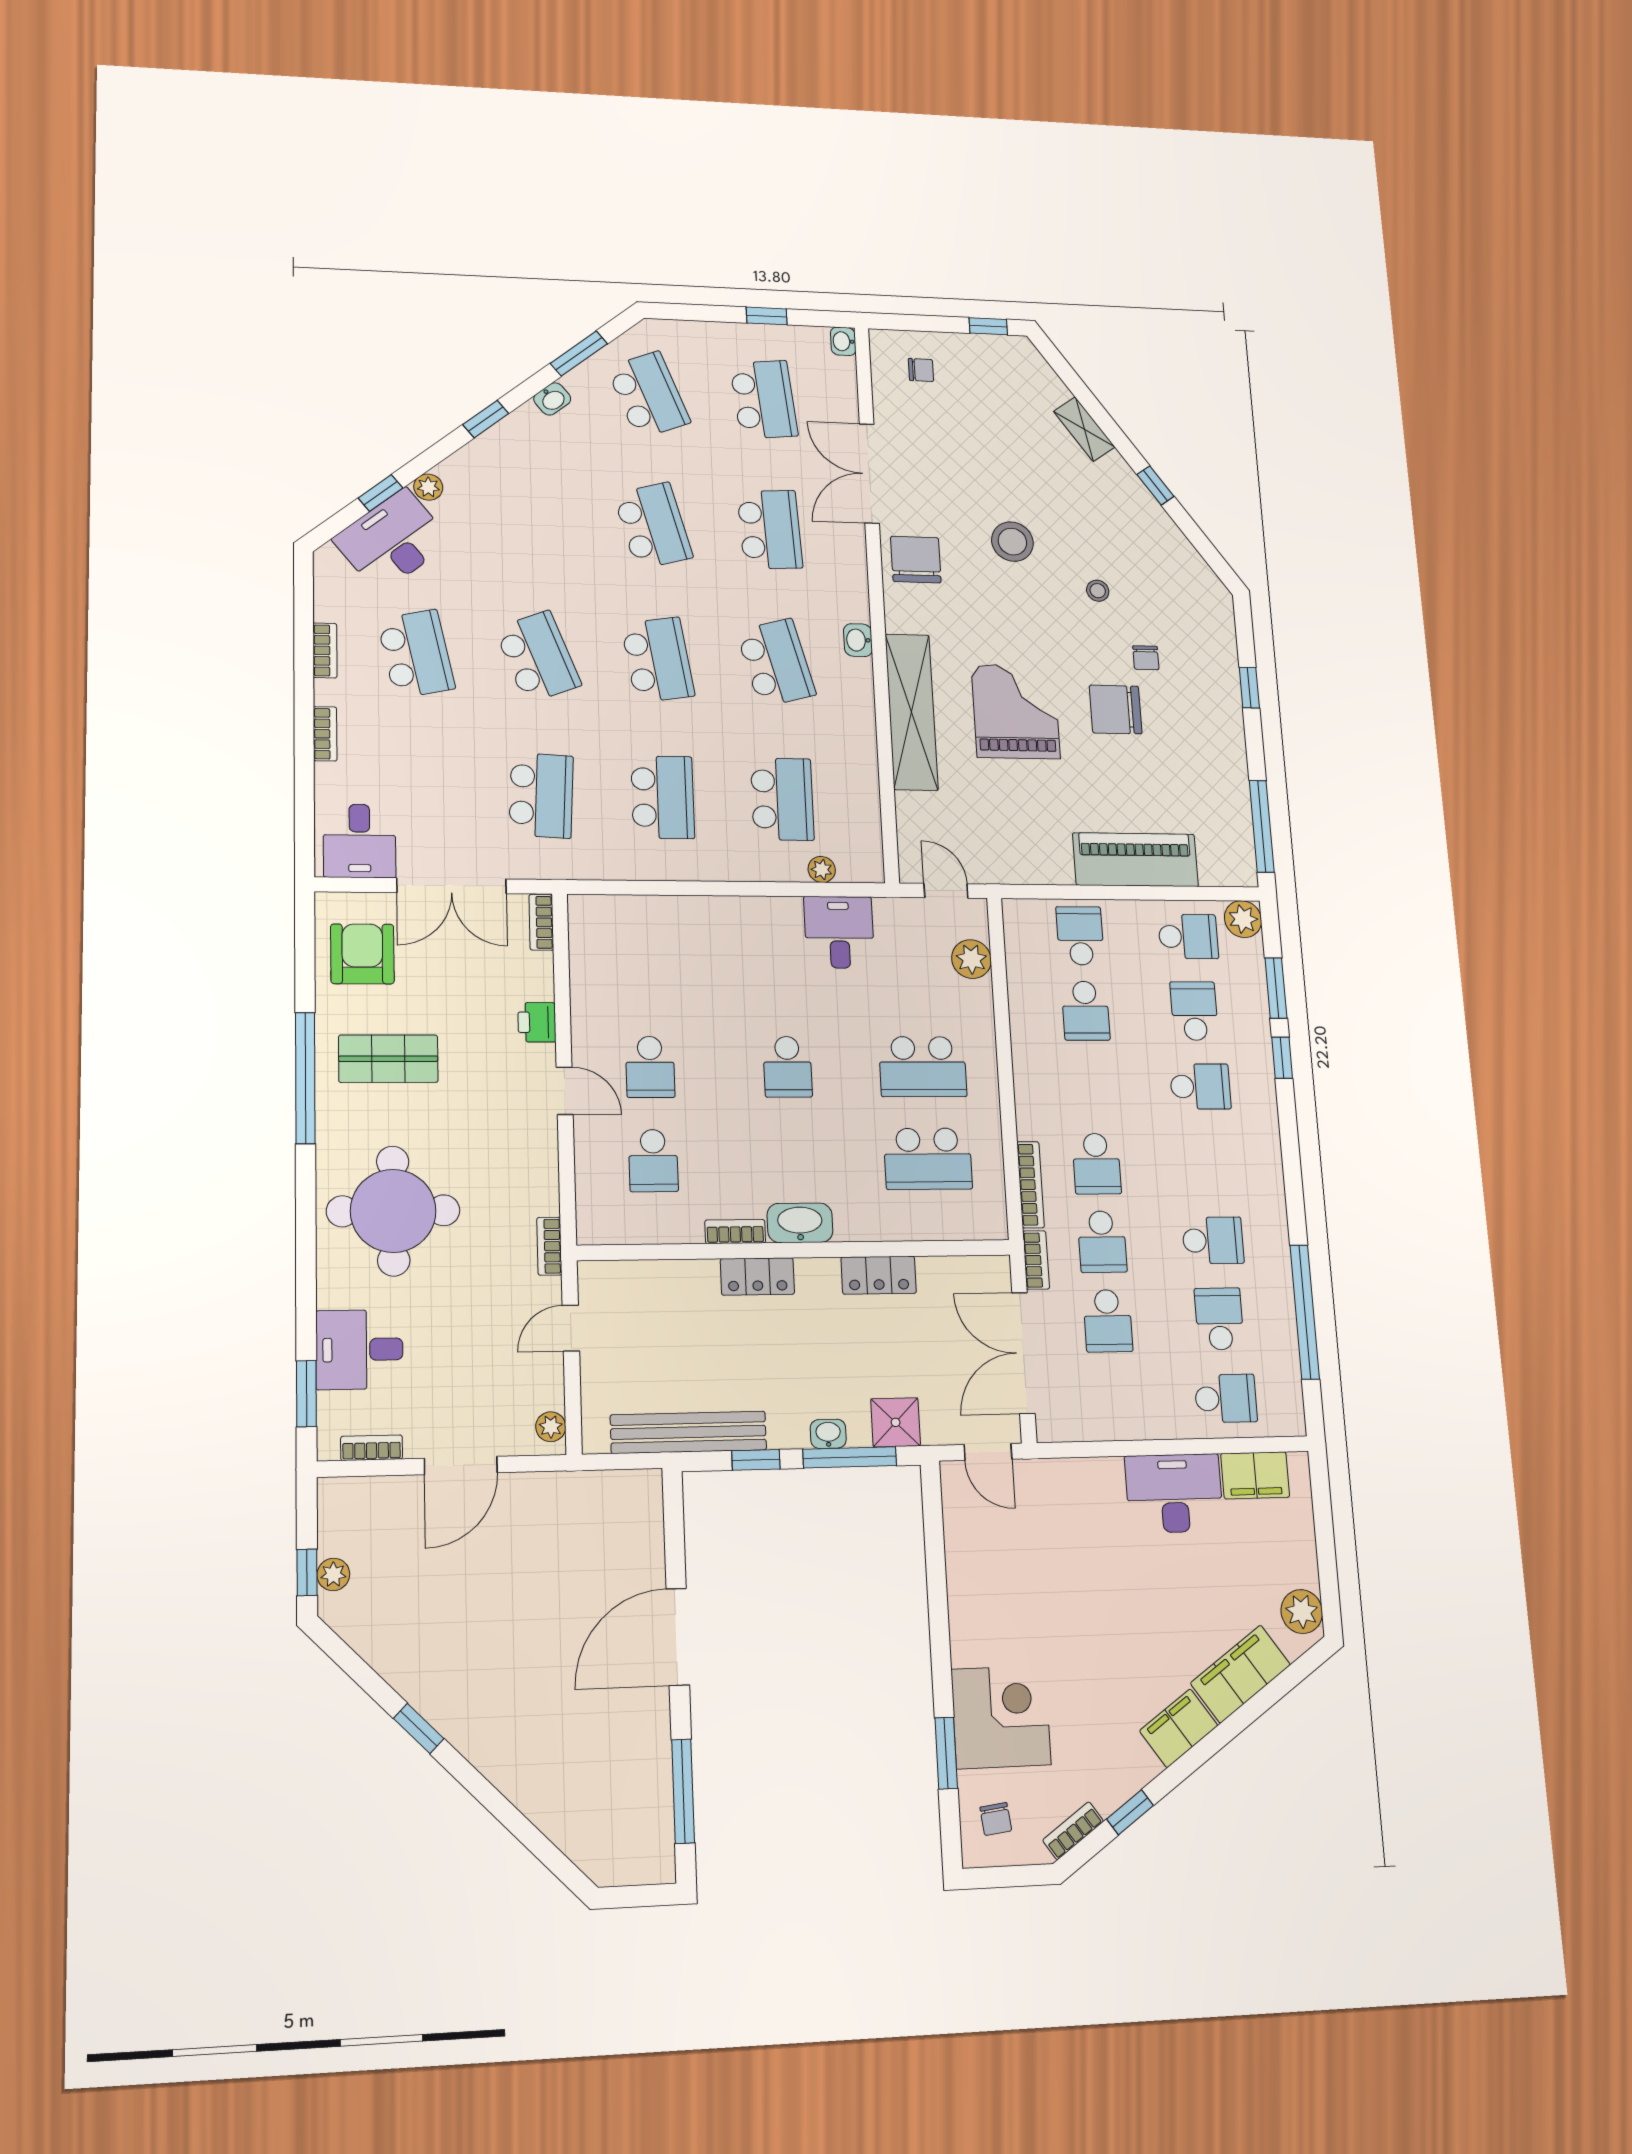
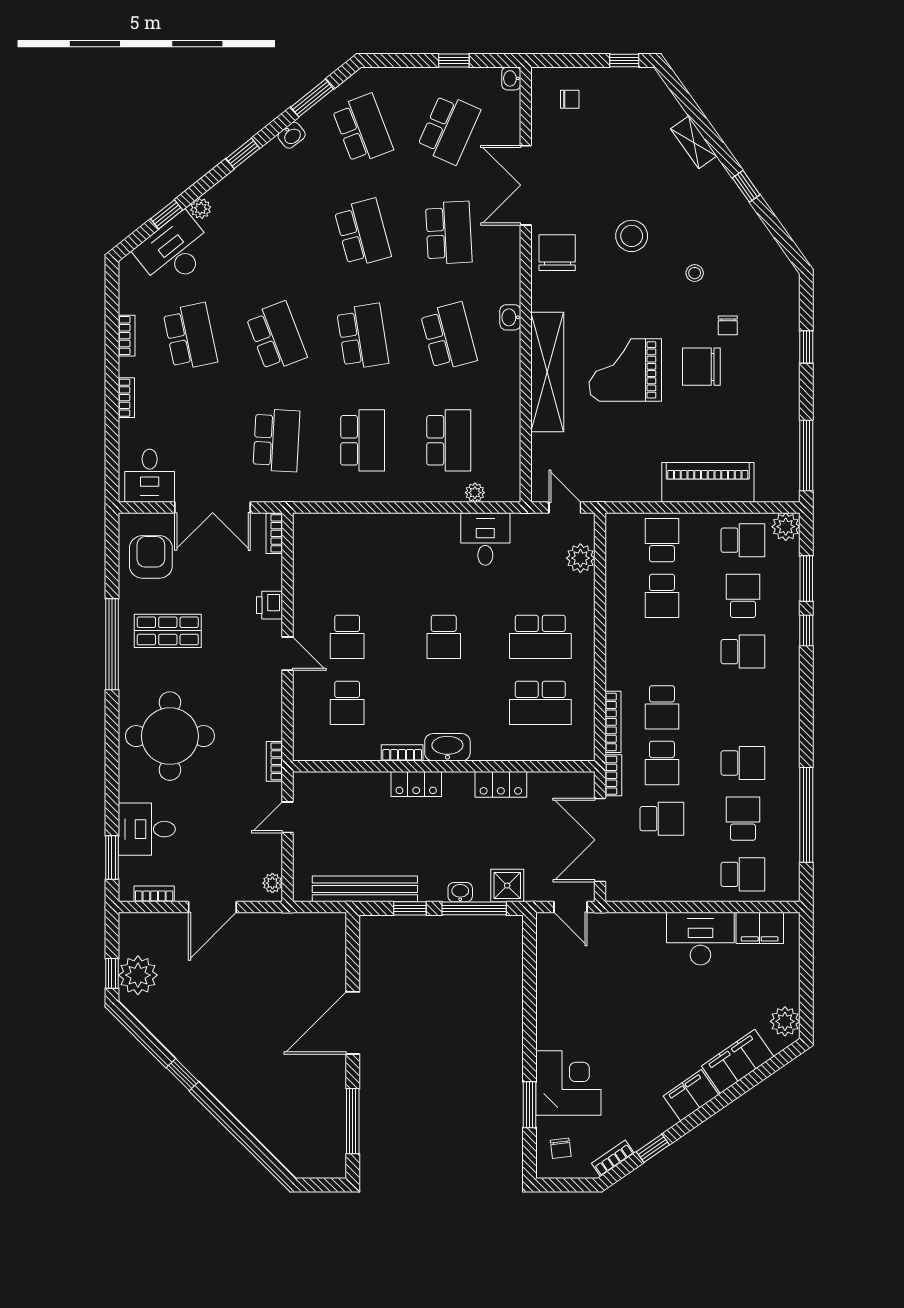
school desk: (764, 400) -> (449, 129), turned 30
grand piano: (1016, 711) -> (625, 370), turned -90
school desk: (1108, 1321) -> (662, 819), turned -90
plant: (333, 1574) -> (138, 975), width x1.87, depth x1.87

